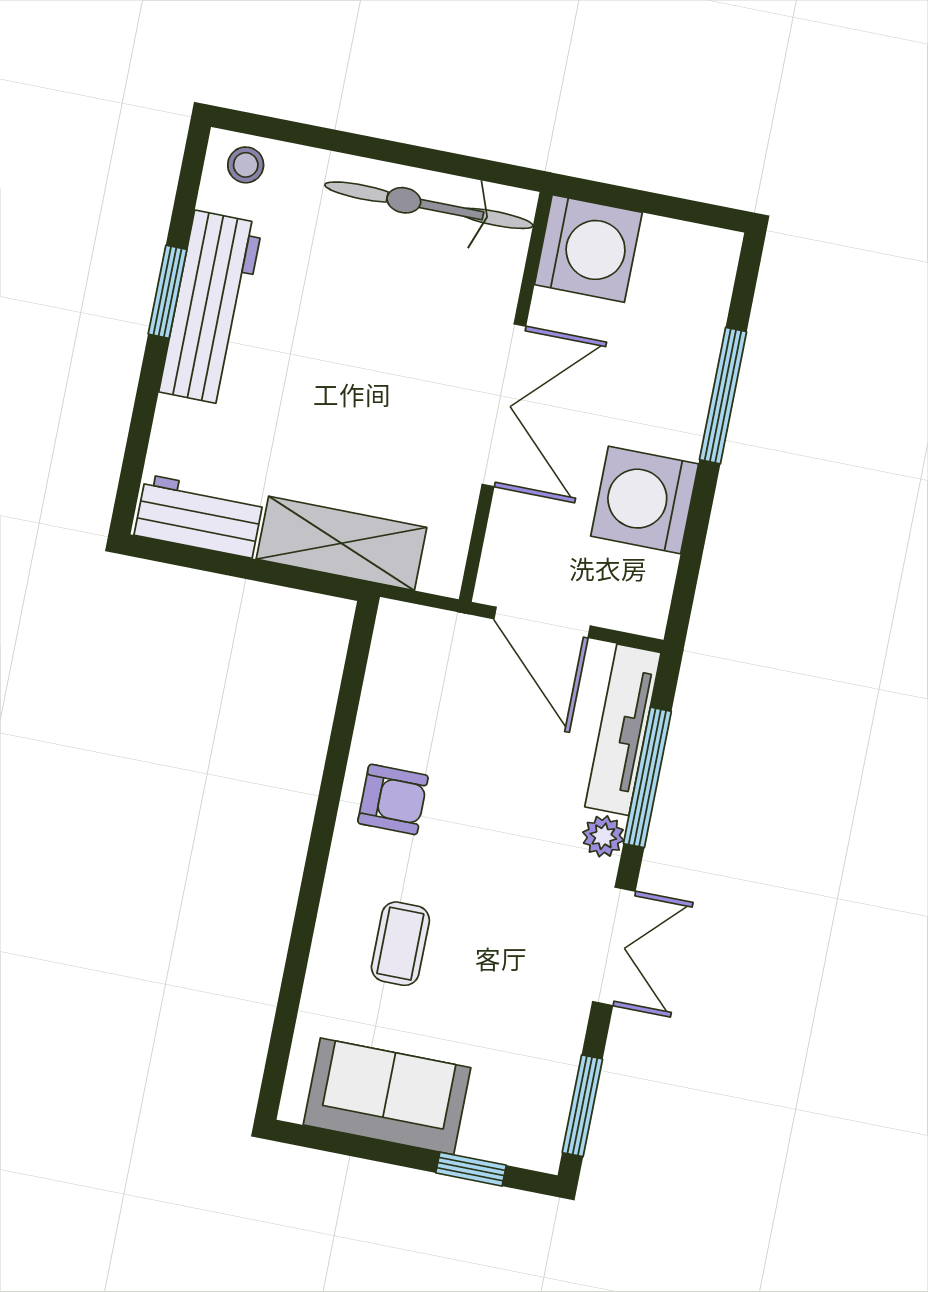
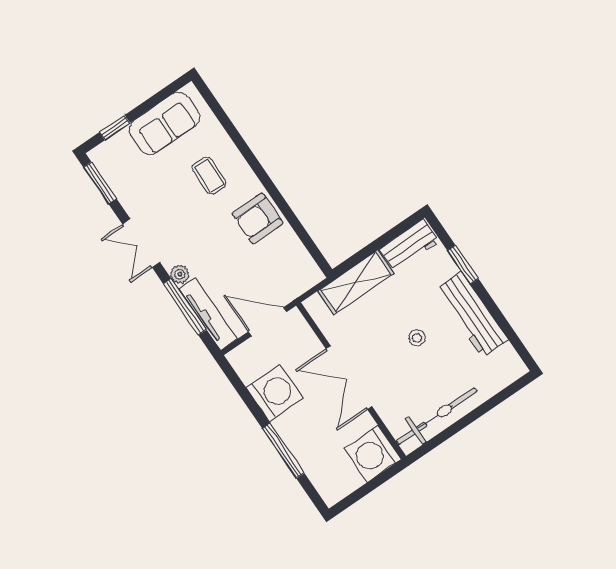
stool: (246, 165) -> (417, 338), moved
window: (167, 292) -> (463, 265), moved
armchair: (393, 799) -> (258, 218), width x1.38, depth x1.38

